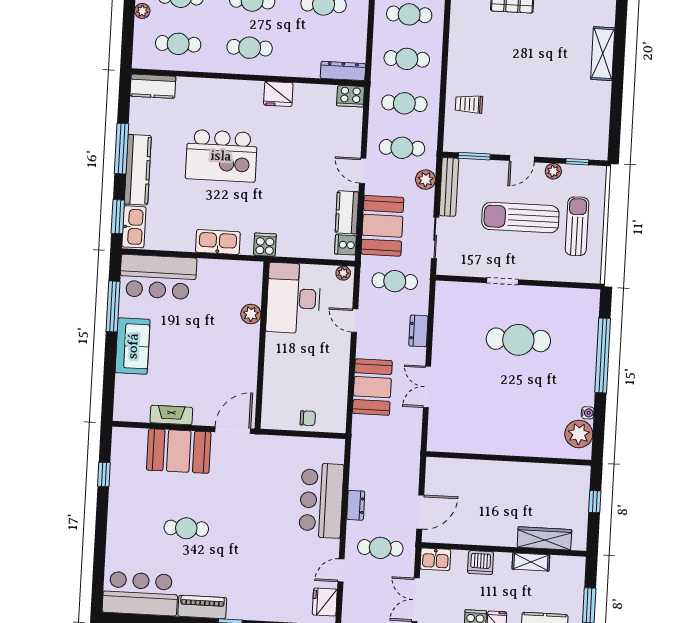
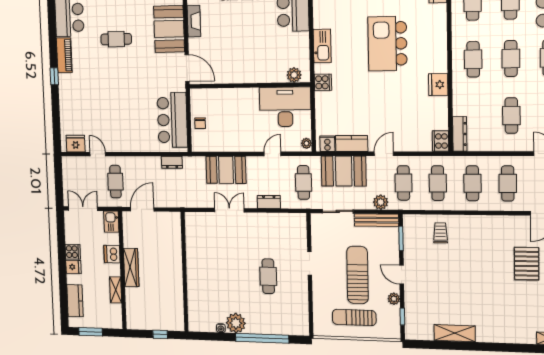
shelving: (603, 54) -> (455, 333), moved
sun lounger: (577, 226) -> (354, 317), turned 180
plant: (251, 314) -> (294, 75), moved
cafe table: (518, 340) -> (268, 276), width x0.73, depth x0.74
plant: (579, 434) -> (236, 323), moved
bar counter: (321, 500) -> (172, 120), moved, turned -90
dresser: (356, 505) -> (172, 162), moved
door: (420, 512) -> (142, 209), swing flipped
cafe table: (186, 528) -> (116, 39), turned 90
wardrobe: (544, 538) -> (131, 267), moved

